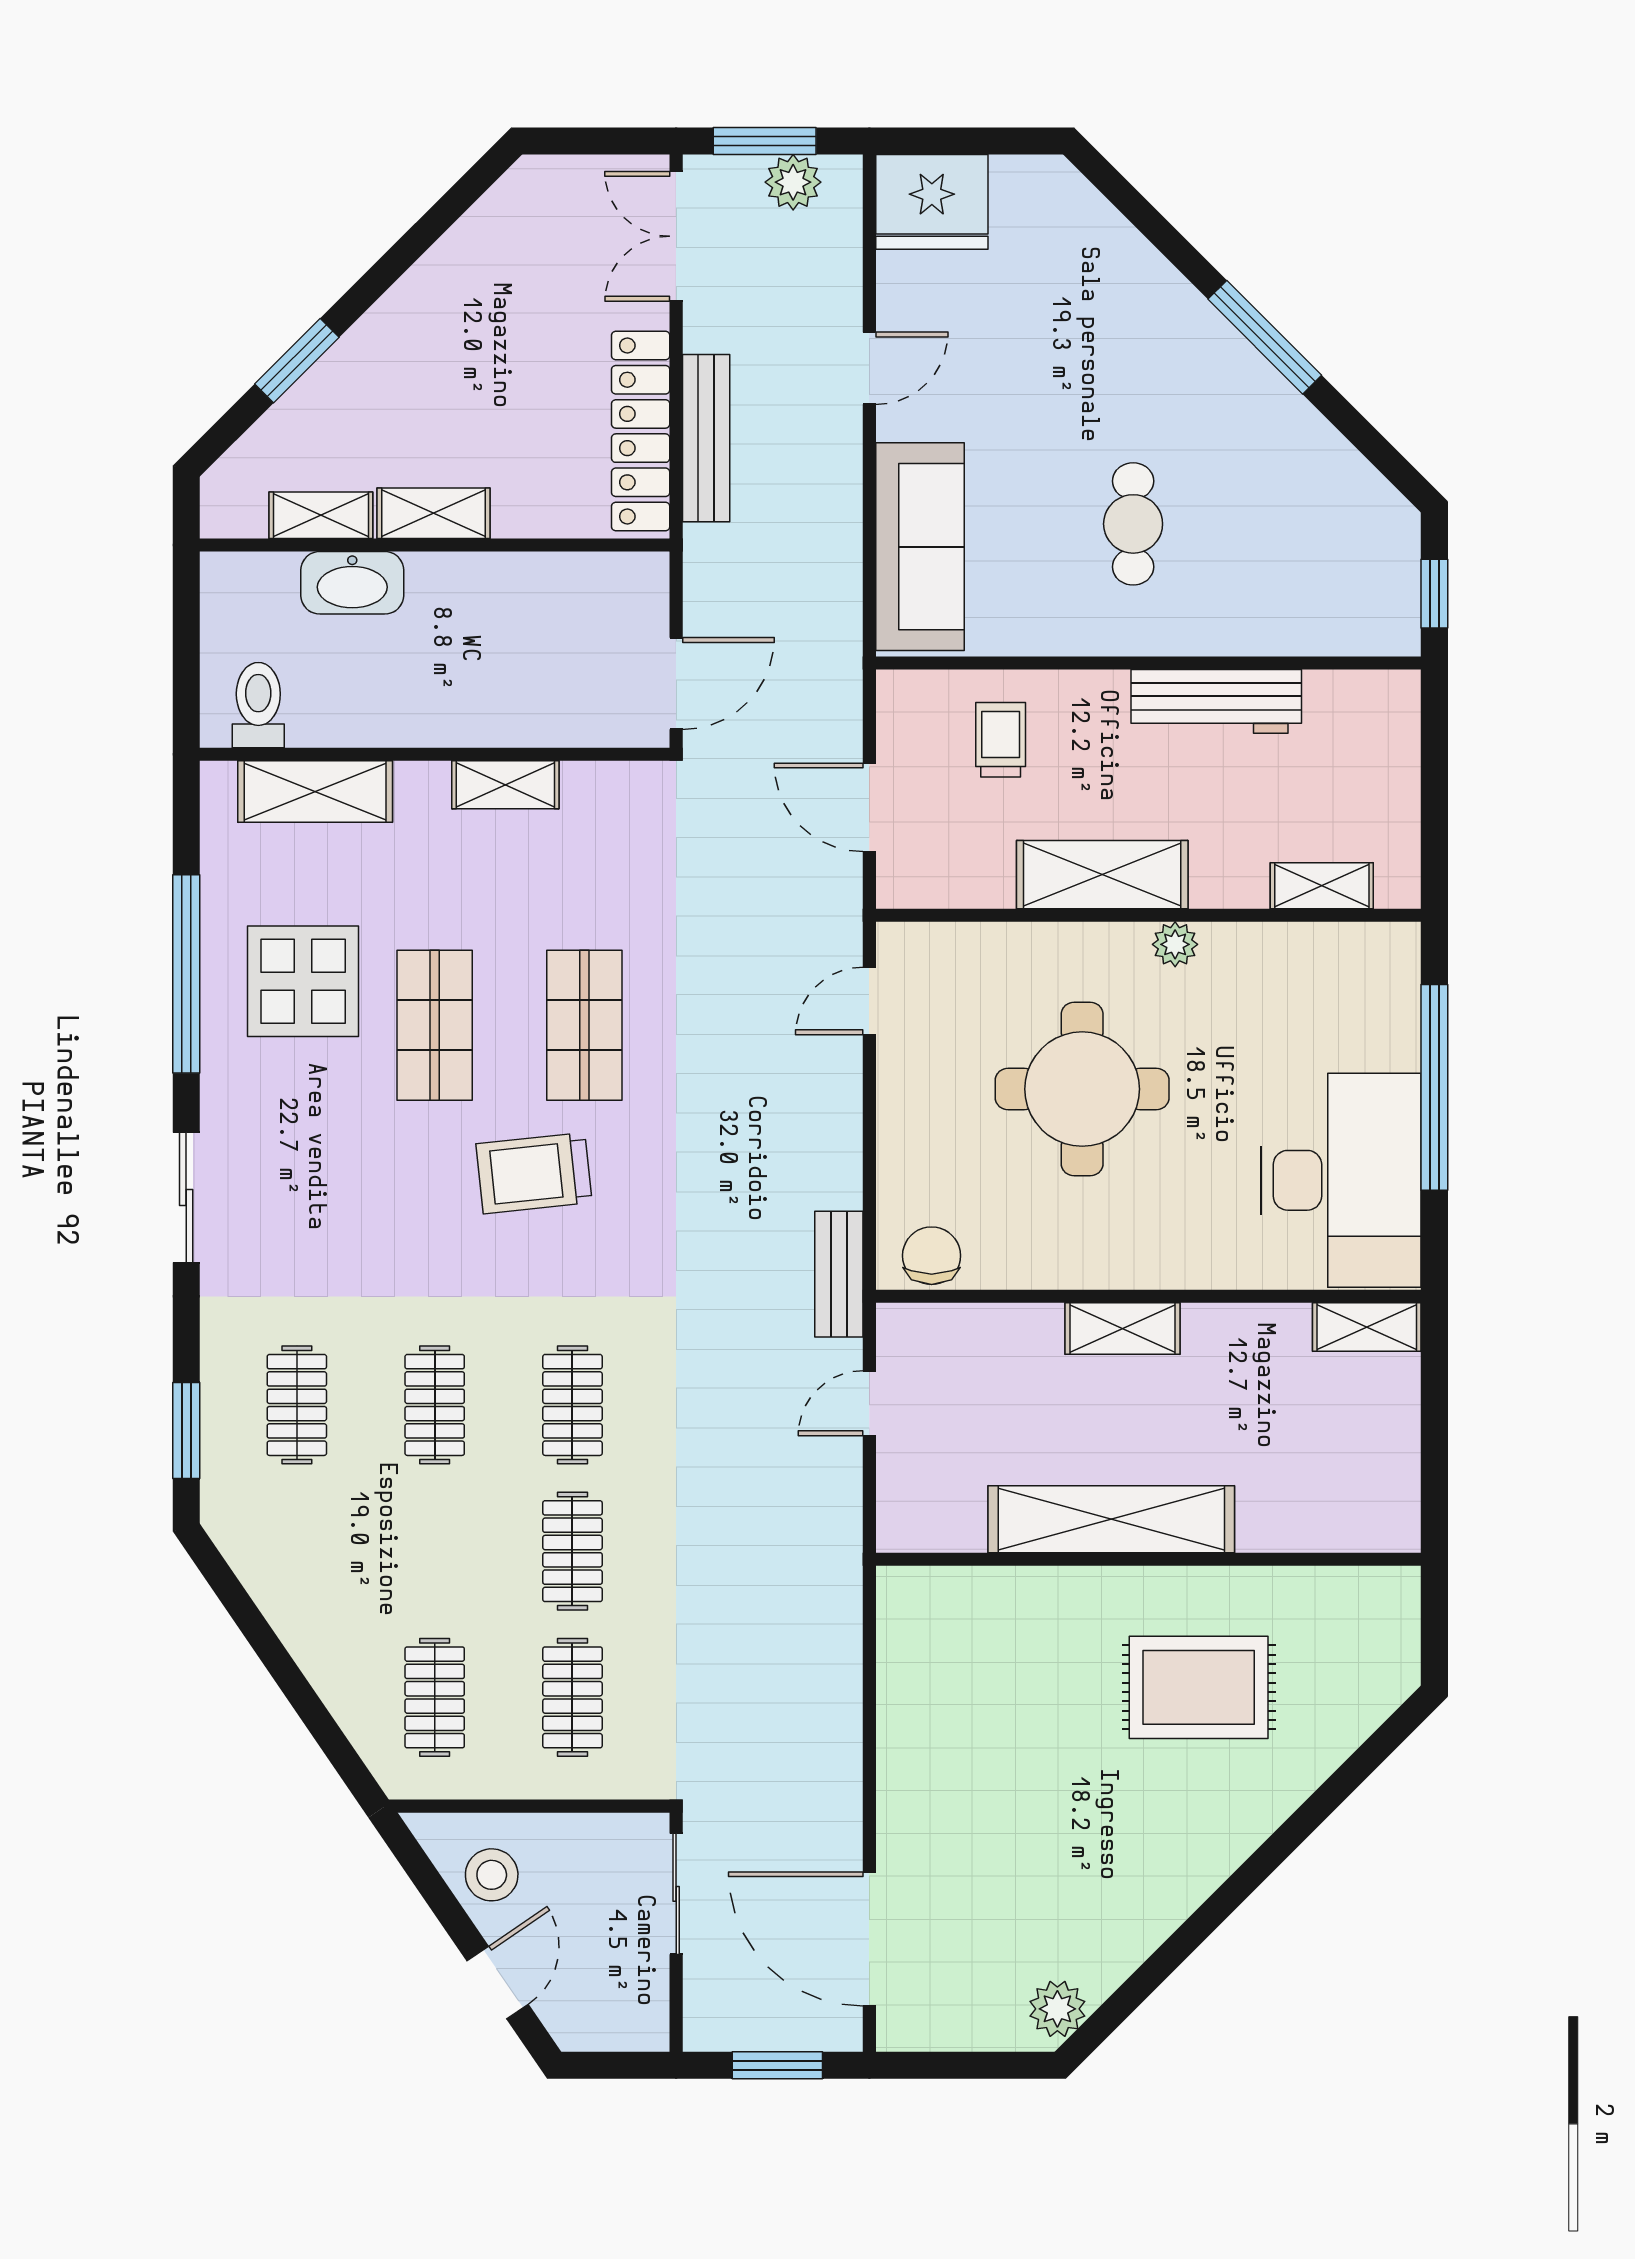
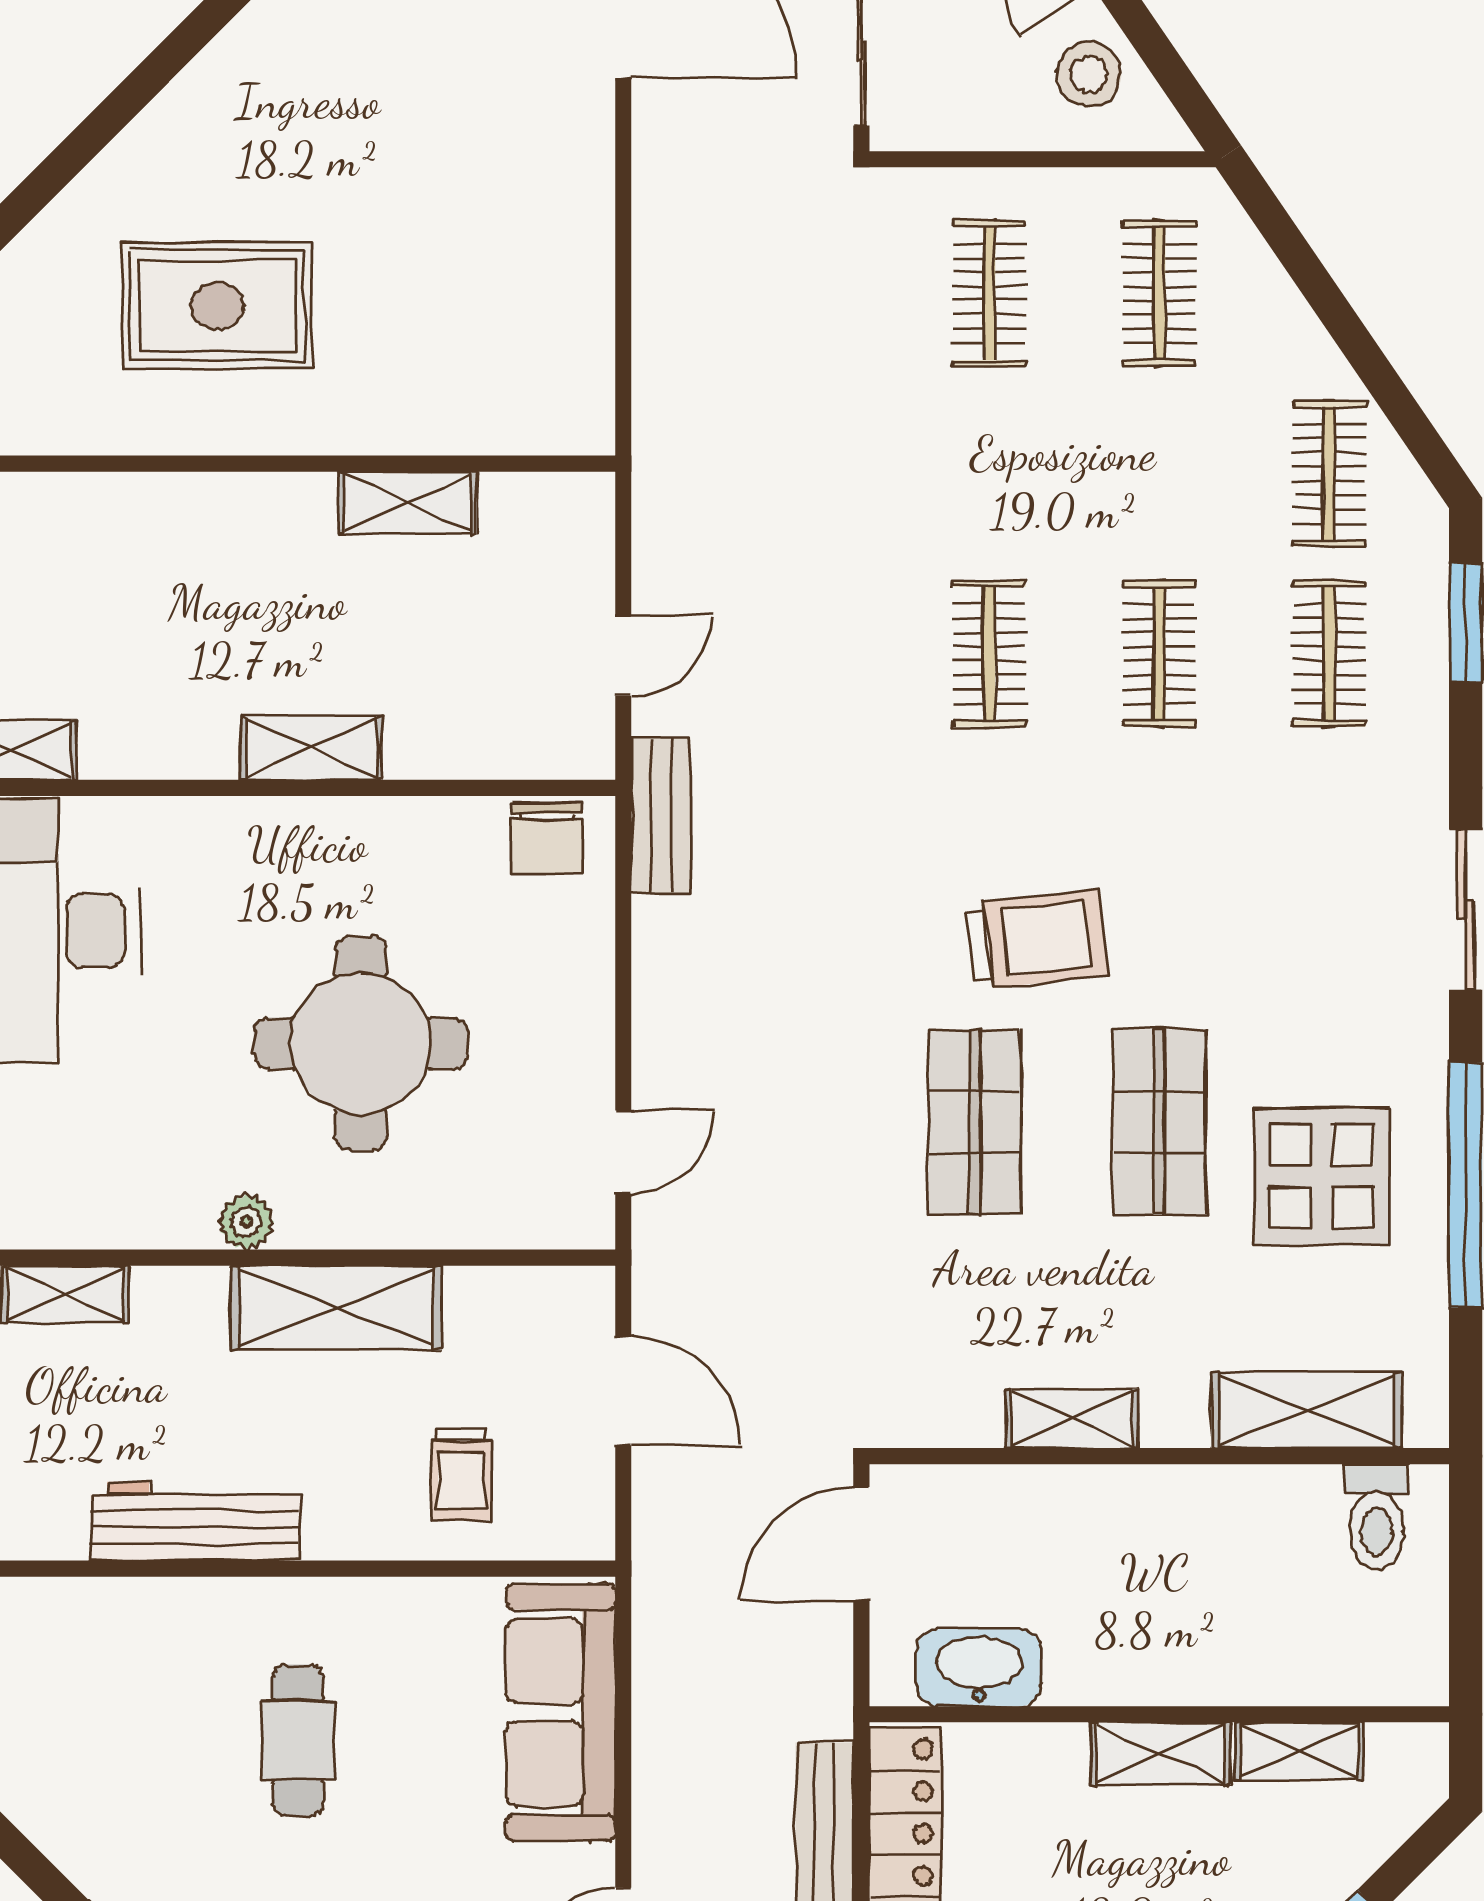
washbasin: (352, 583) -> (979, 1668), moved
shelving: (1111, 1519) -> (408, 503), width x0.45, depth x0.75
clothes rail: (572, 1551) -> (1329, 474), moved

